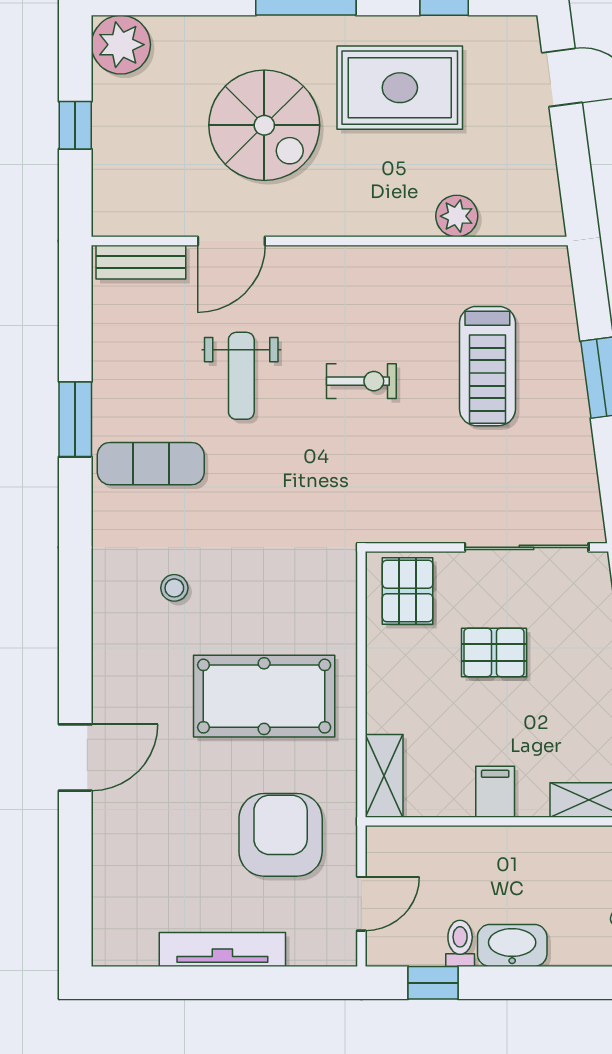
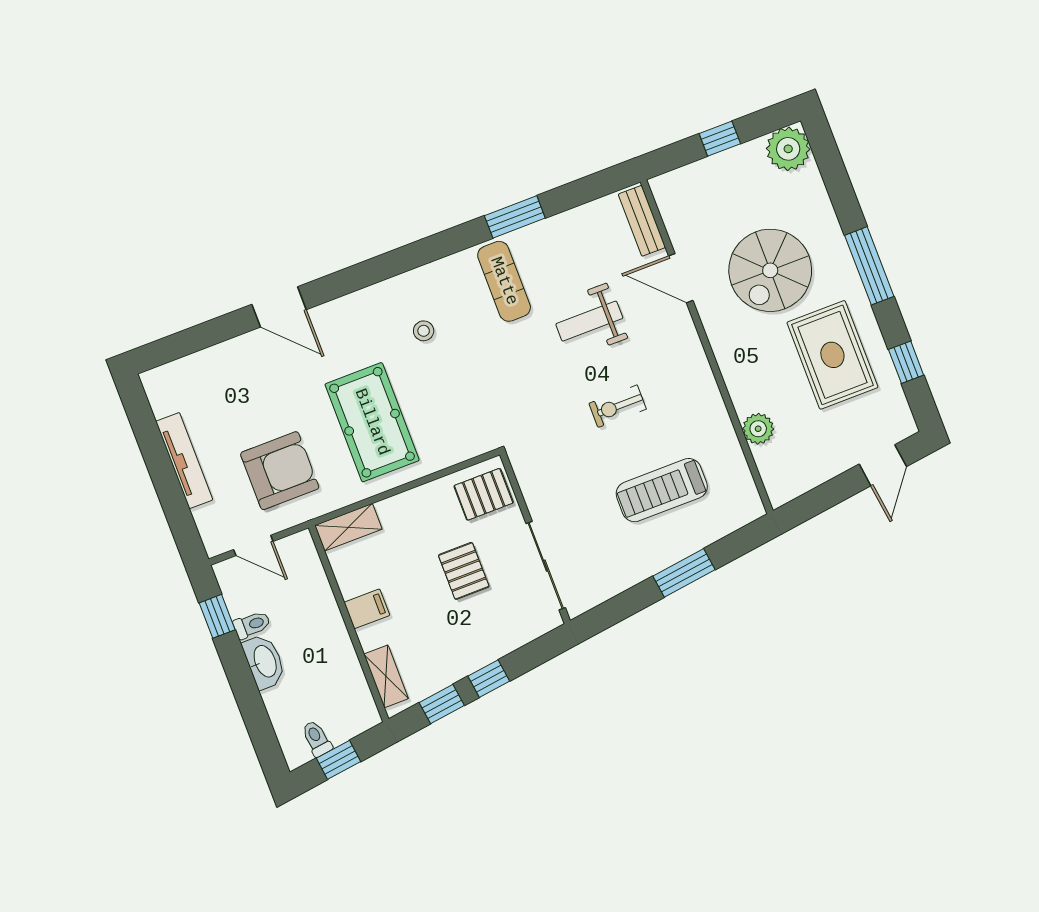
exercise bike: (361, 381) -> (618, 406), turned 90

